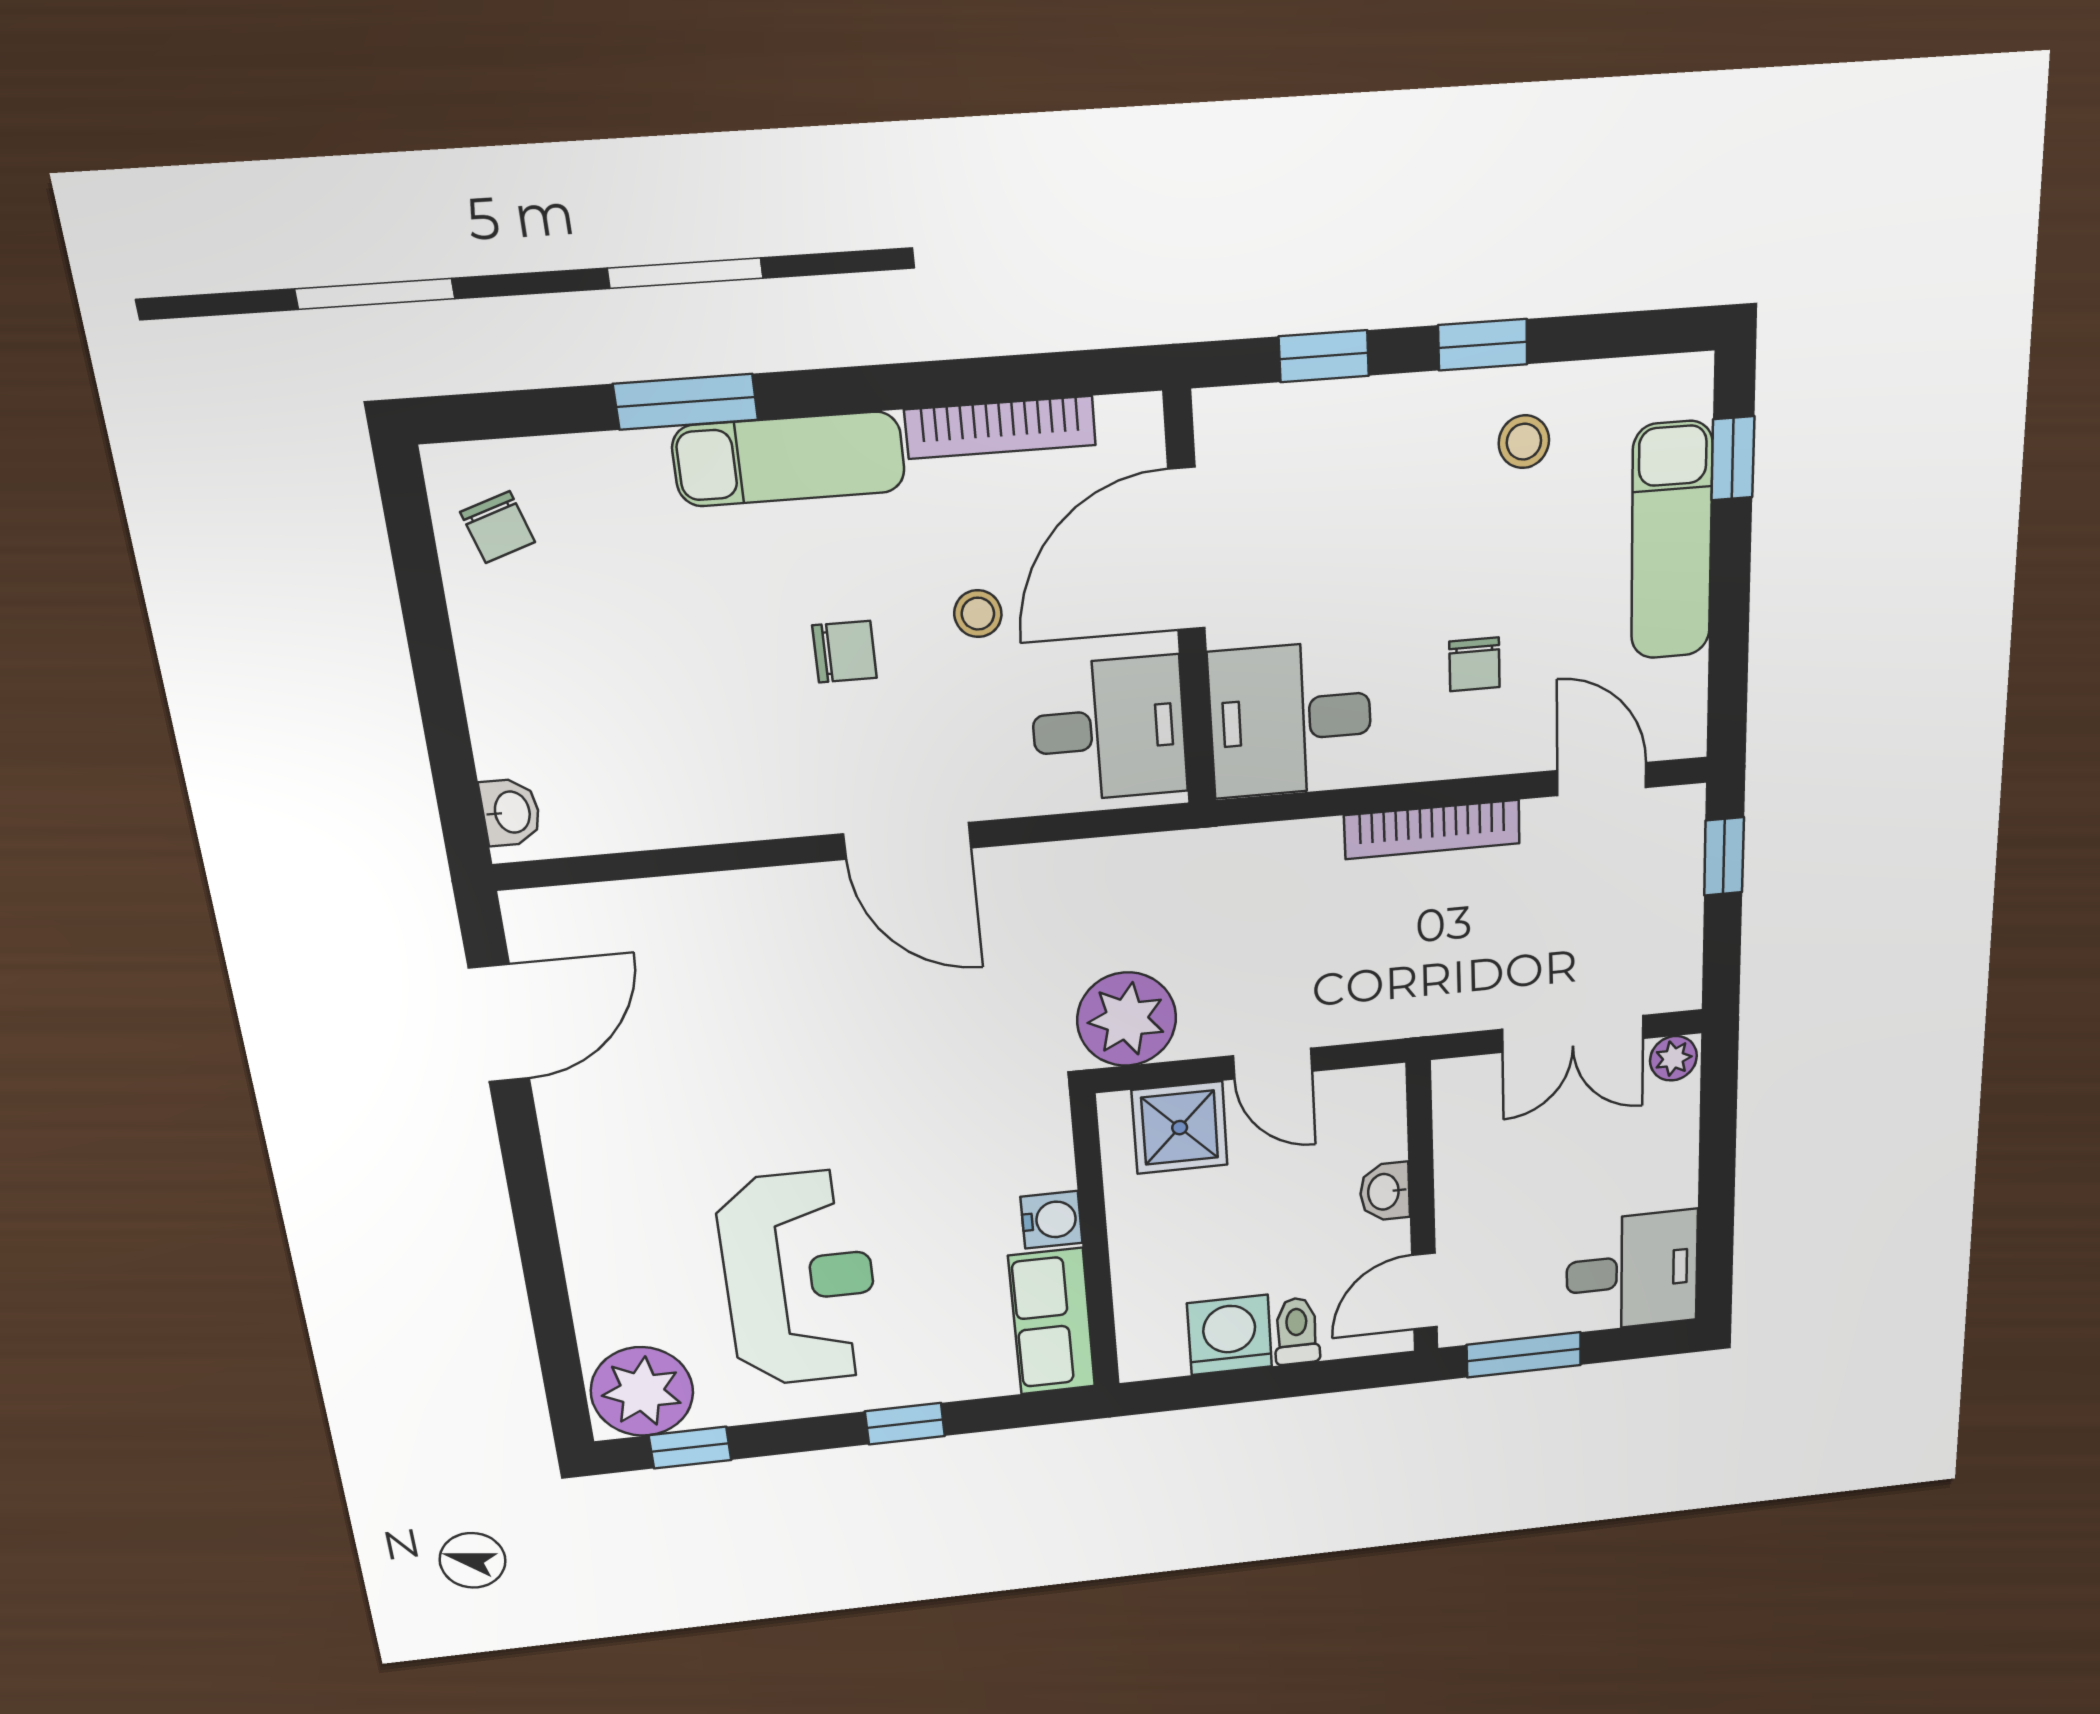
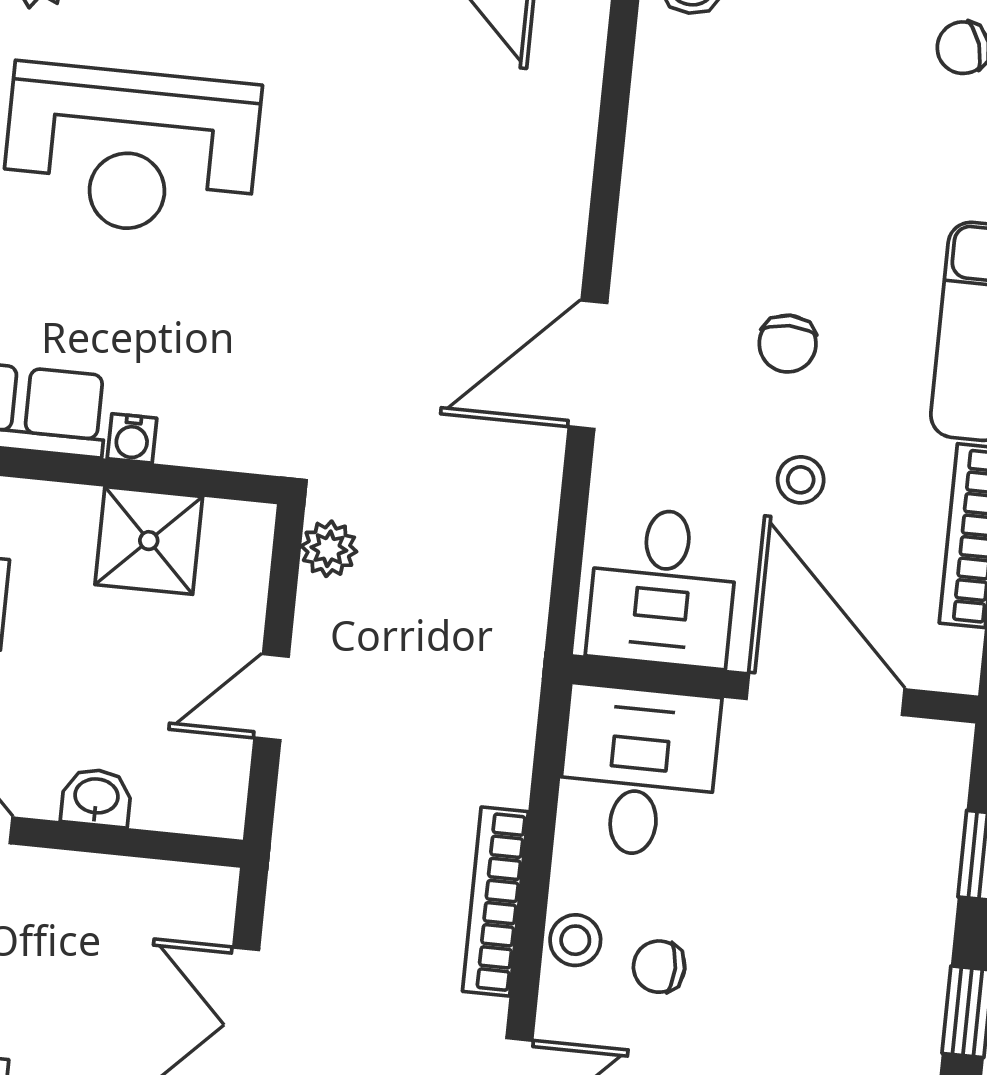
stool: (1524, 442) -> (575, 940), moved
plant: (1127, 1019) -> (329, 549), width x0.53, depth x0.53
shower: (1180, 1128) -> (149, 541), moved
water cooler: (1051, 1220) -> (132, 438), width x0.72, depth x0.72

